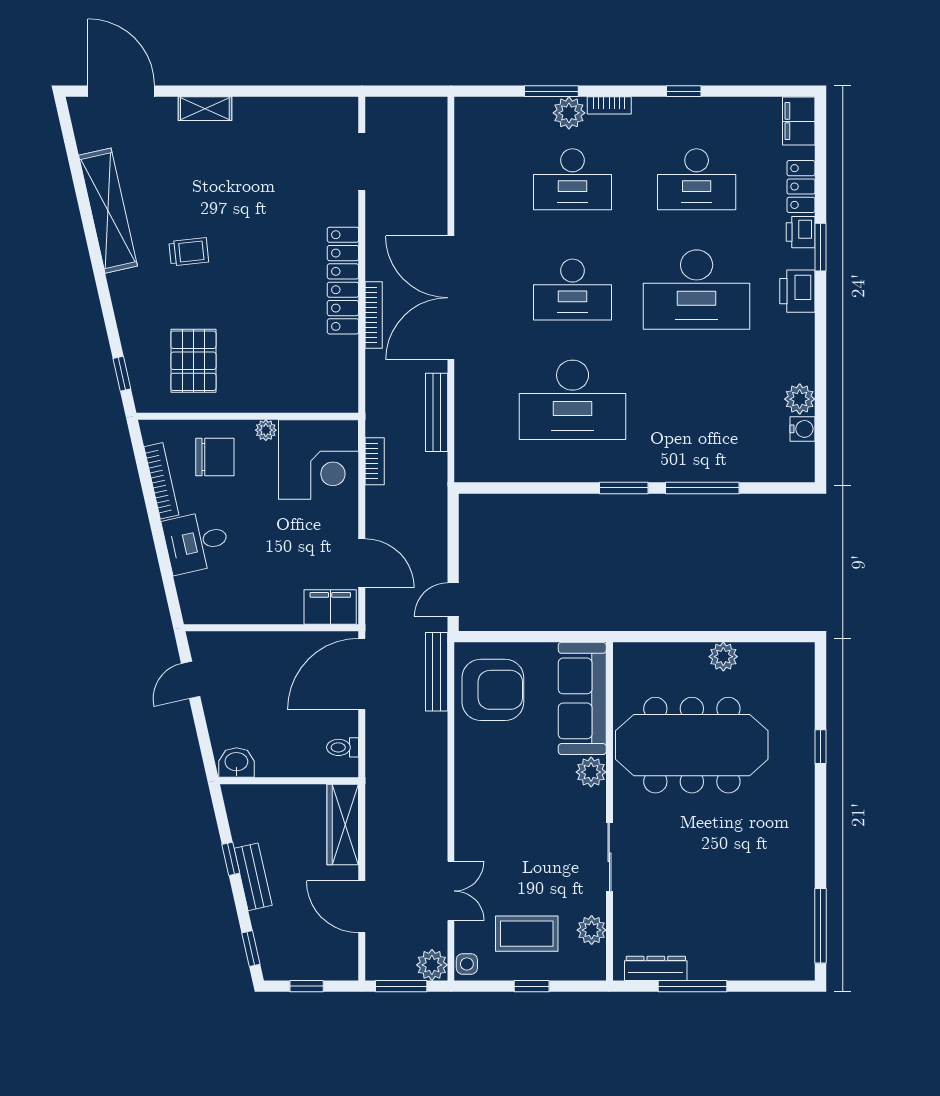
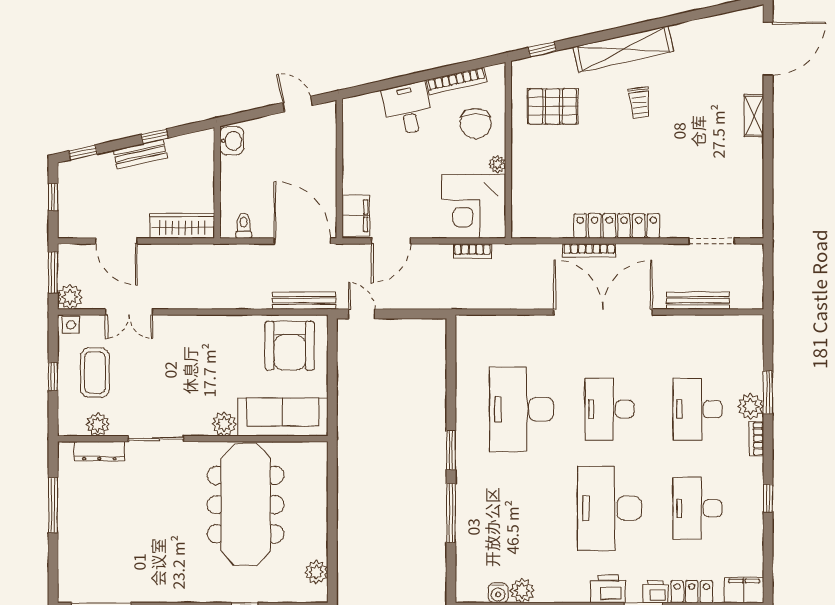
shelving: (108, 211) -> (623, 49), moved
bench: (437, 412) -> (698, 301), moved
plant: (723, 657) -> (316, 572), moved
door: (362, 907) -> (116, 241), swing flipped
dresser: (656, 968) -> (99, 451), moved, turned 90

